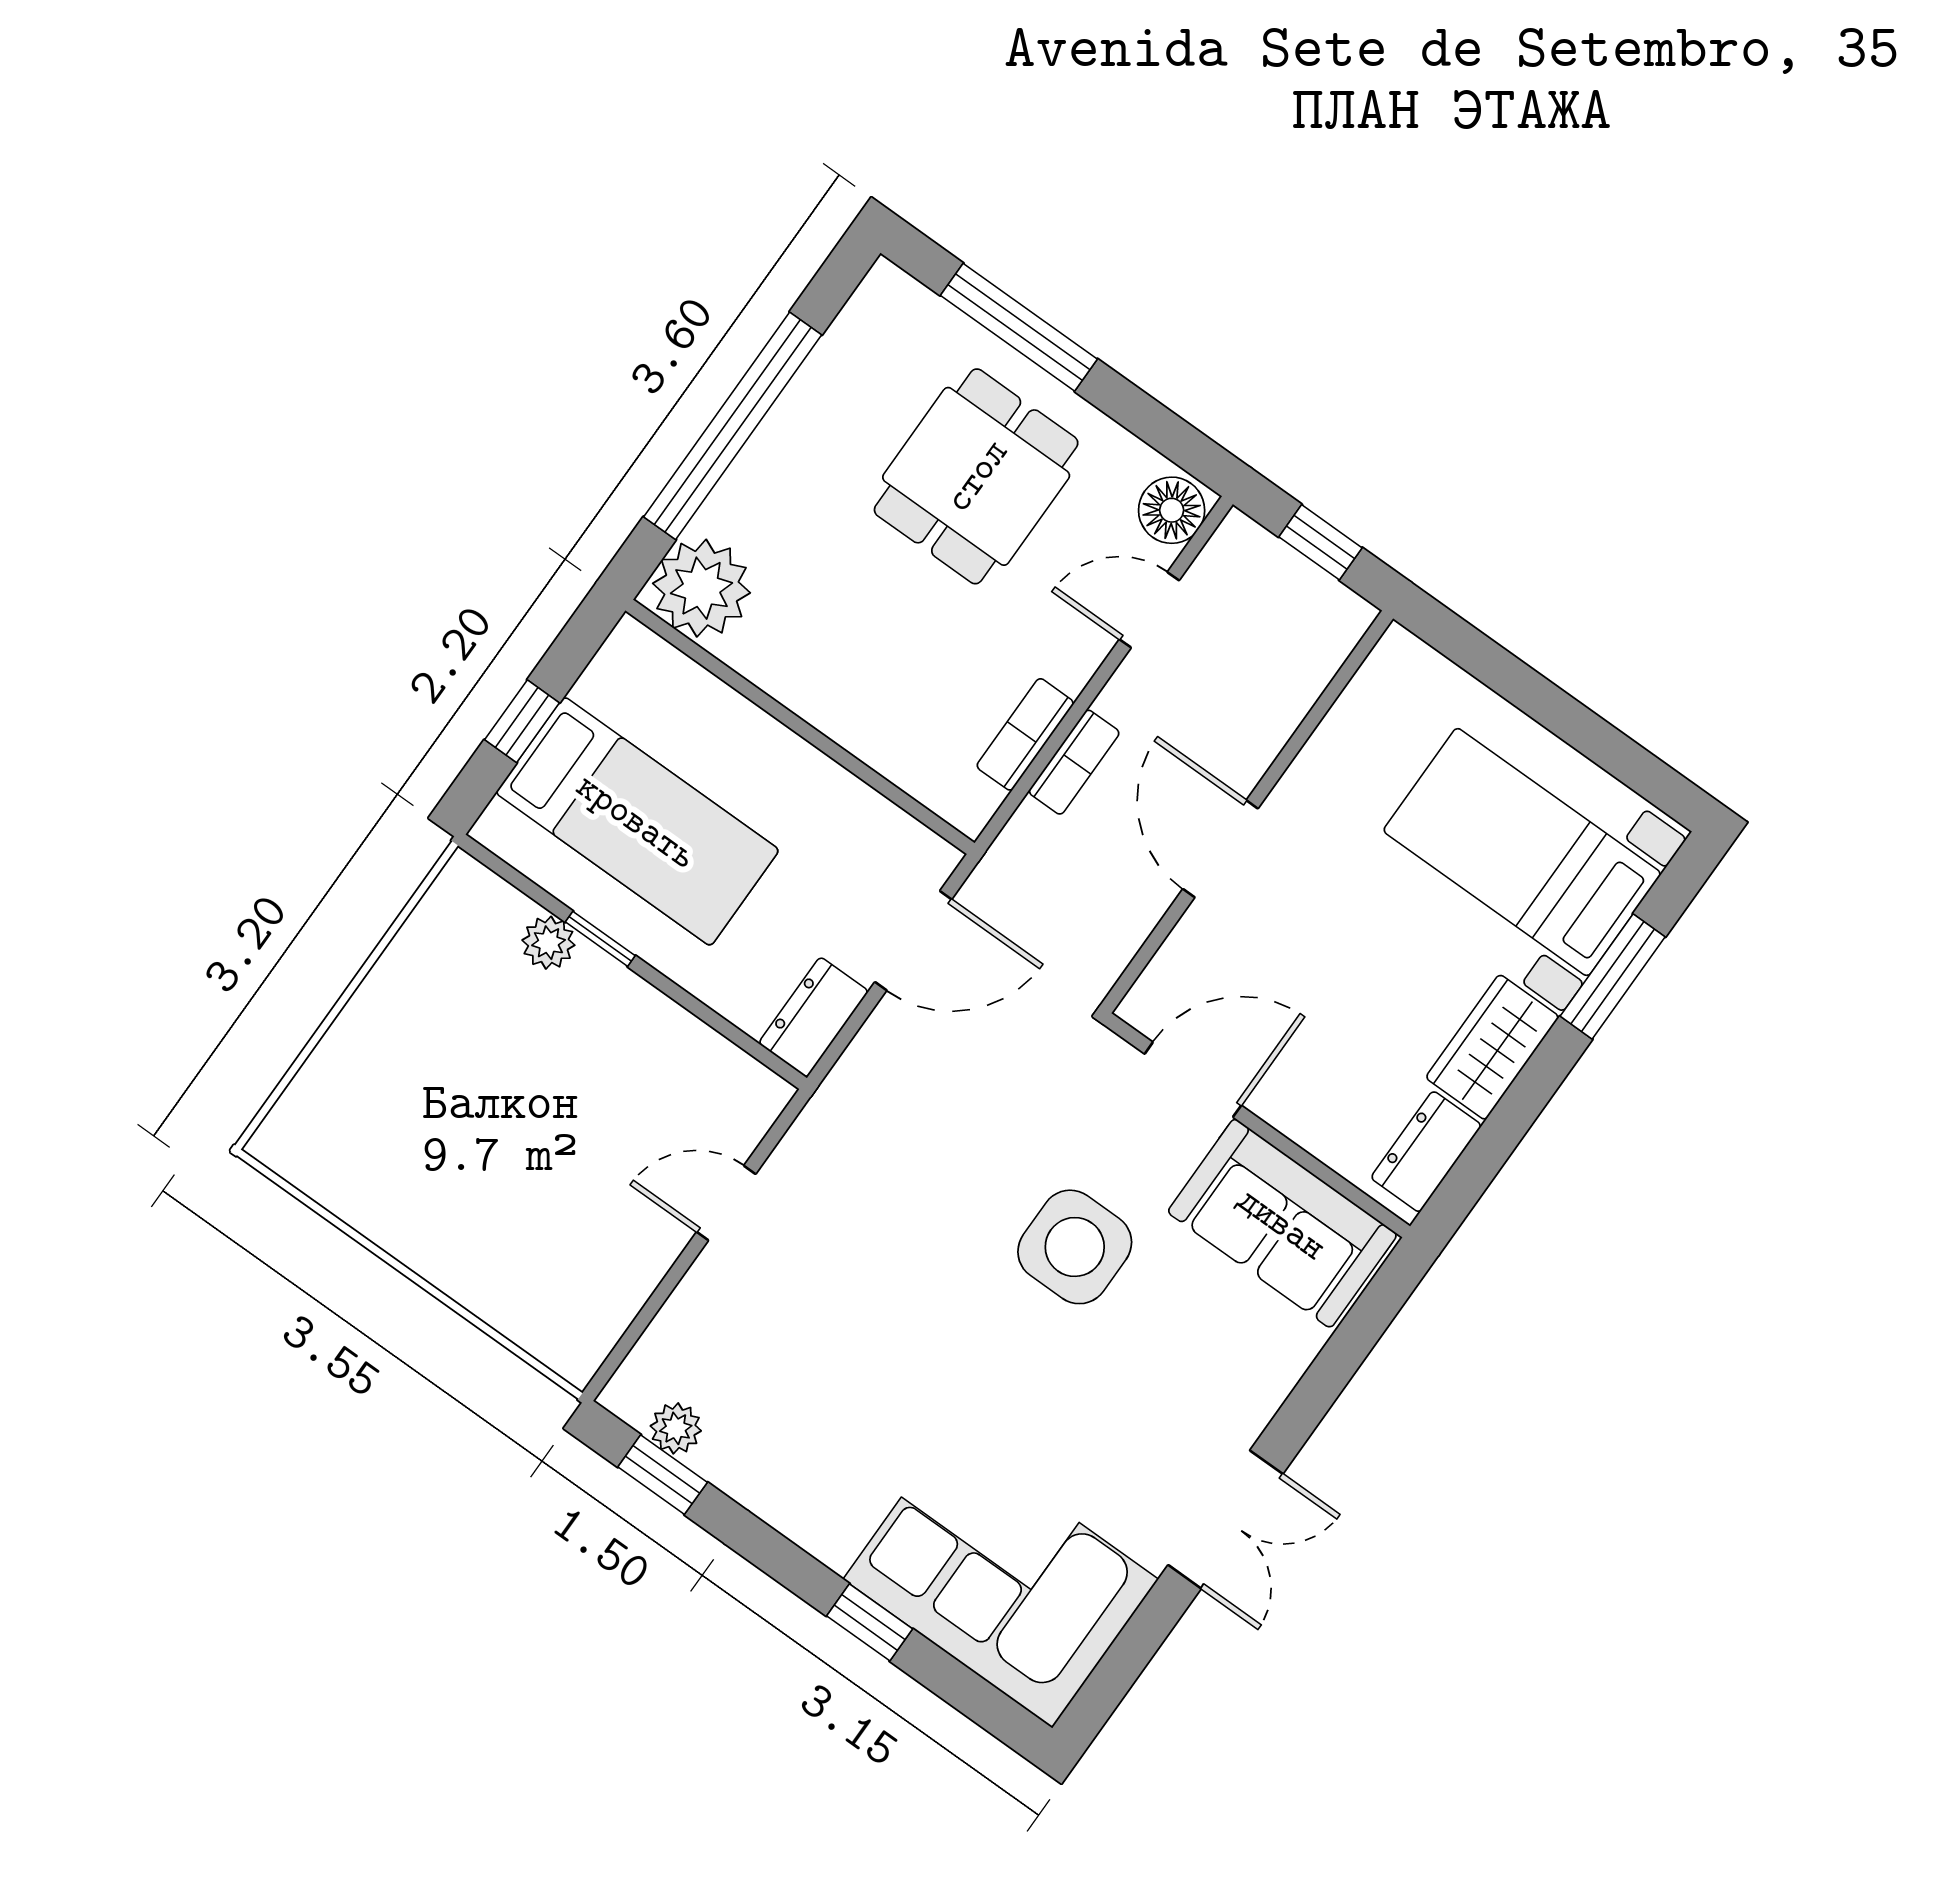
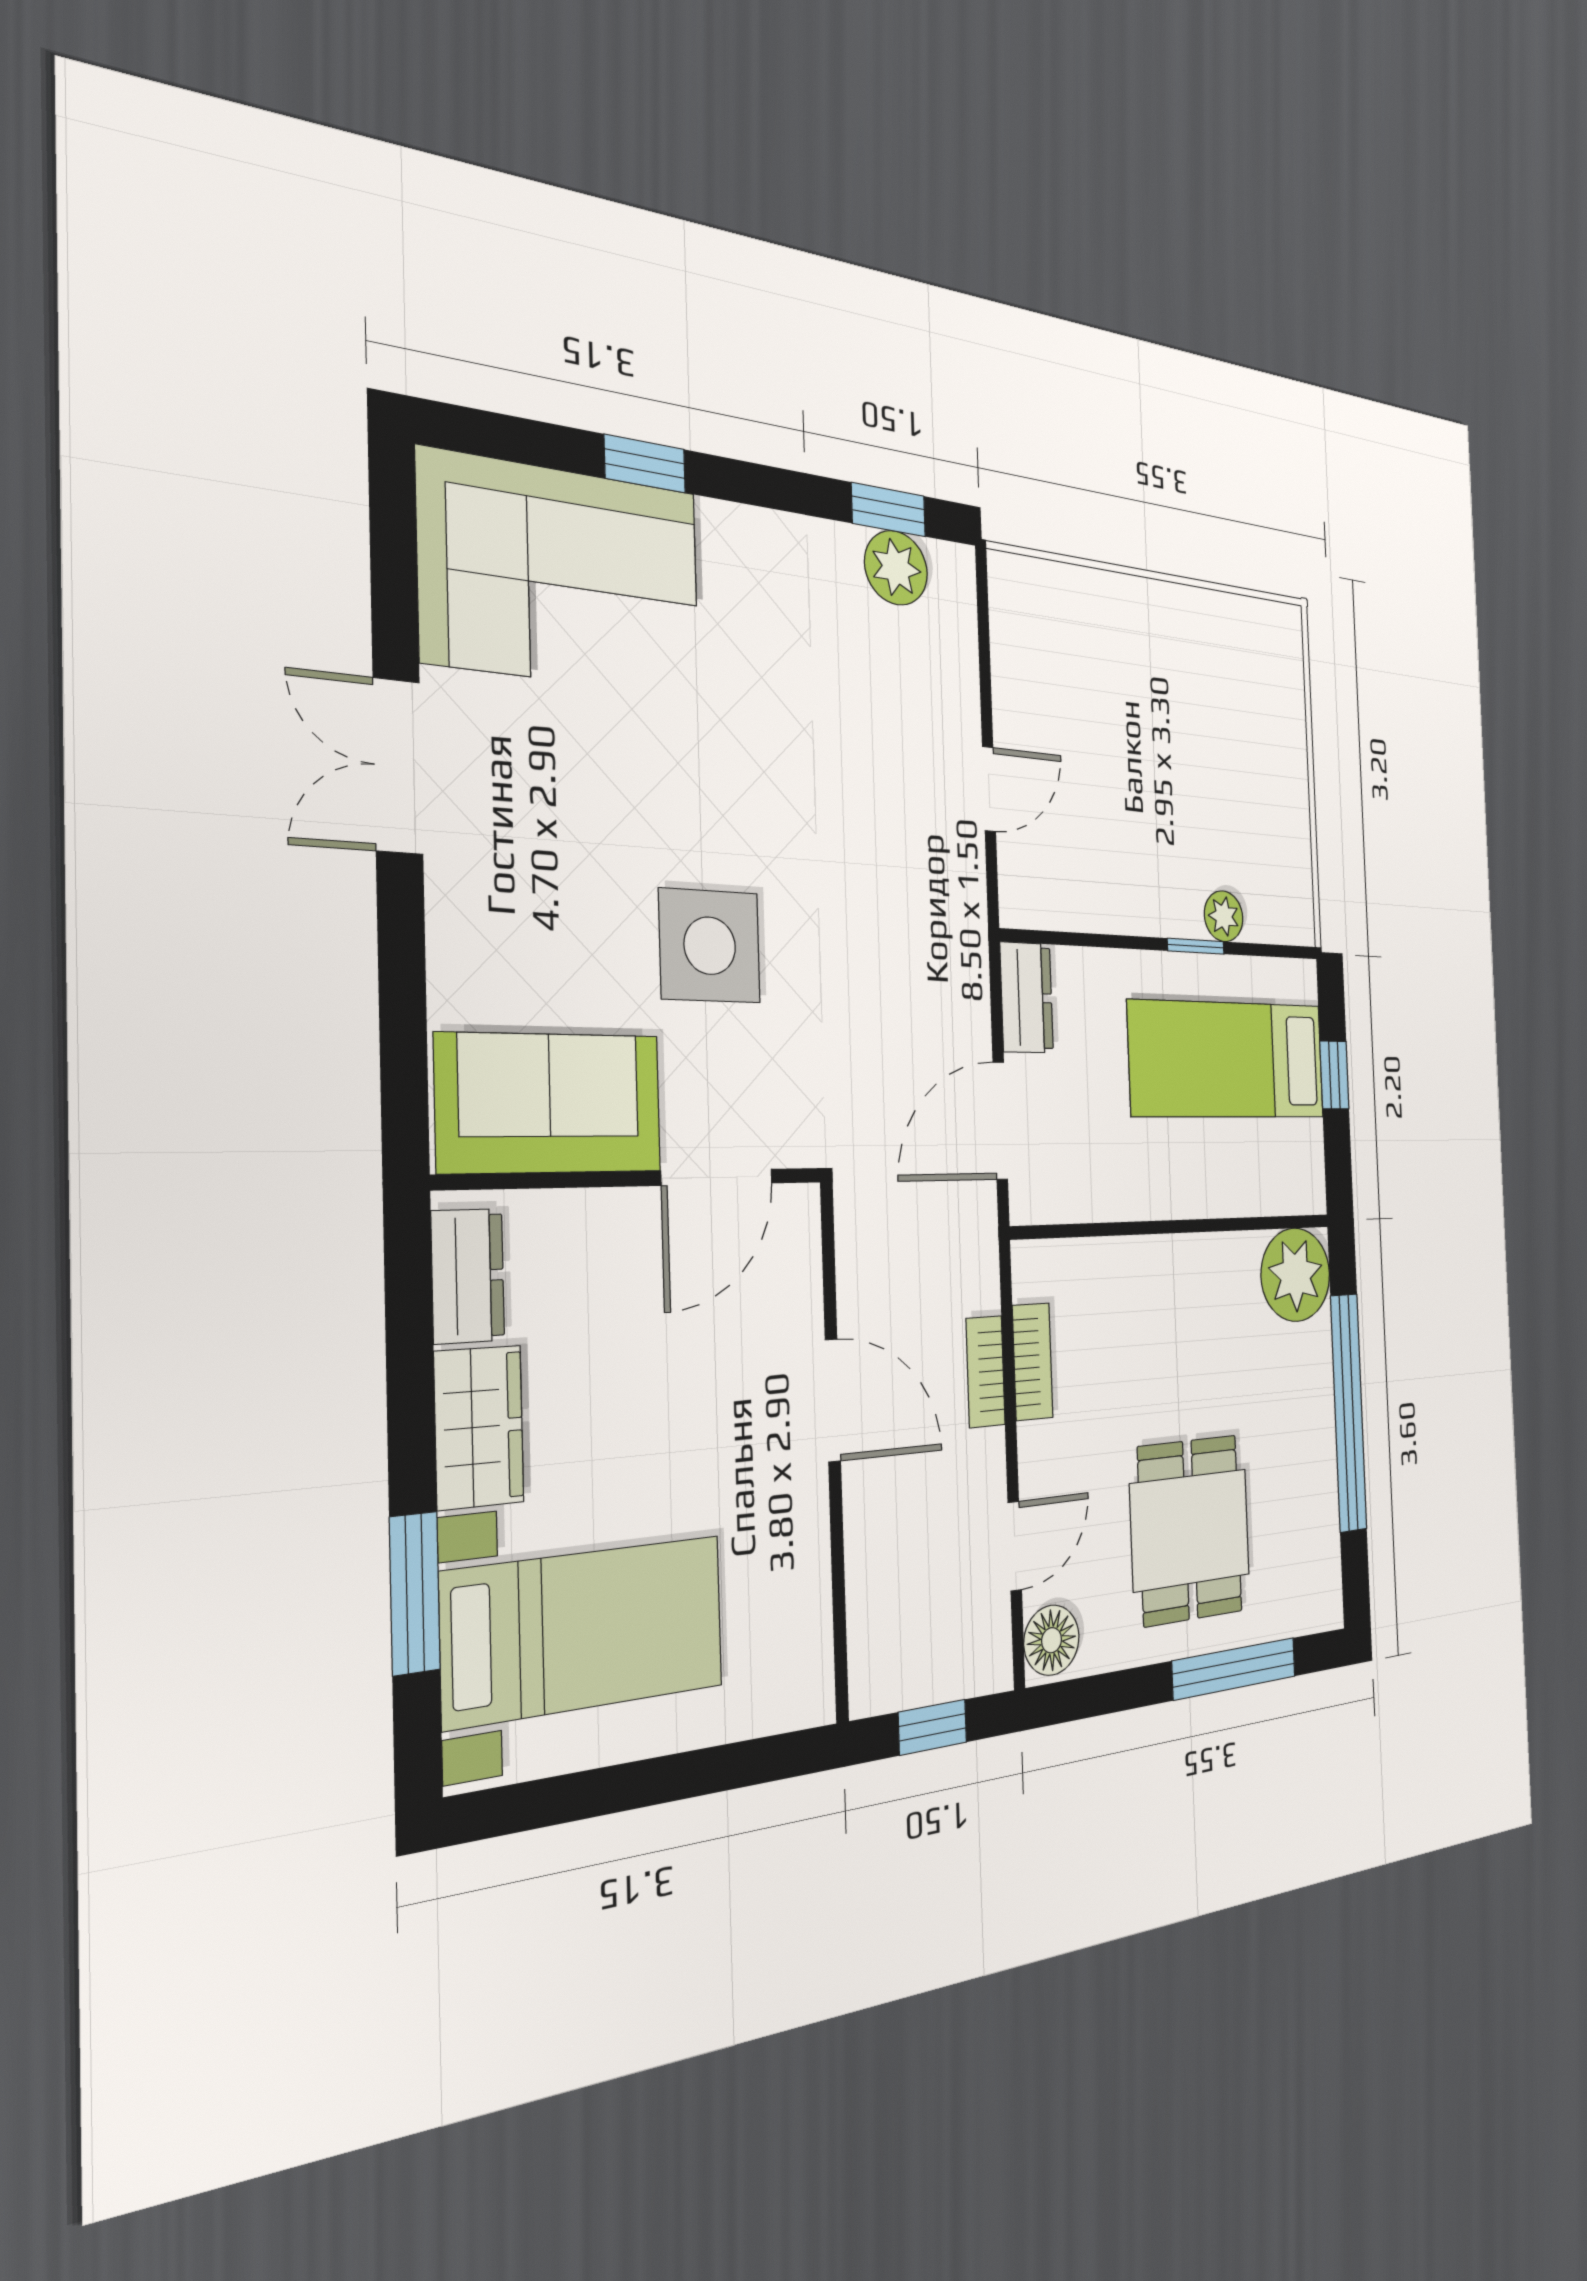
plant: (676, 1428) -> (896, 568), width x1.38, depth x1.38

